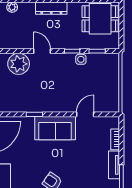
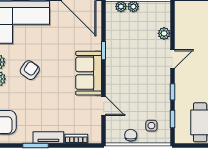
side table: (81, 59) -> (151, 126), moved
plant: (19, 64) -> (164, 33), width x0.53, depth x0.53
chair: (112, 89) -> (131, 135), added

